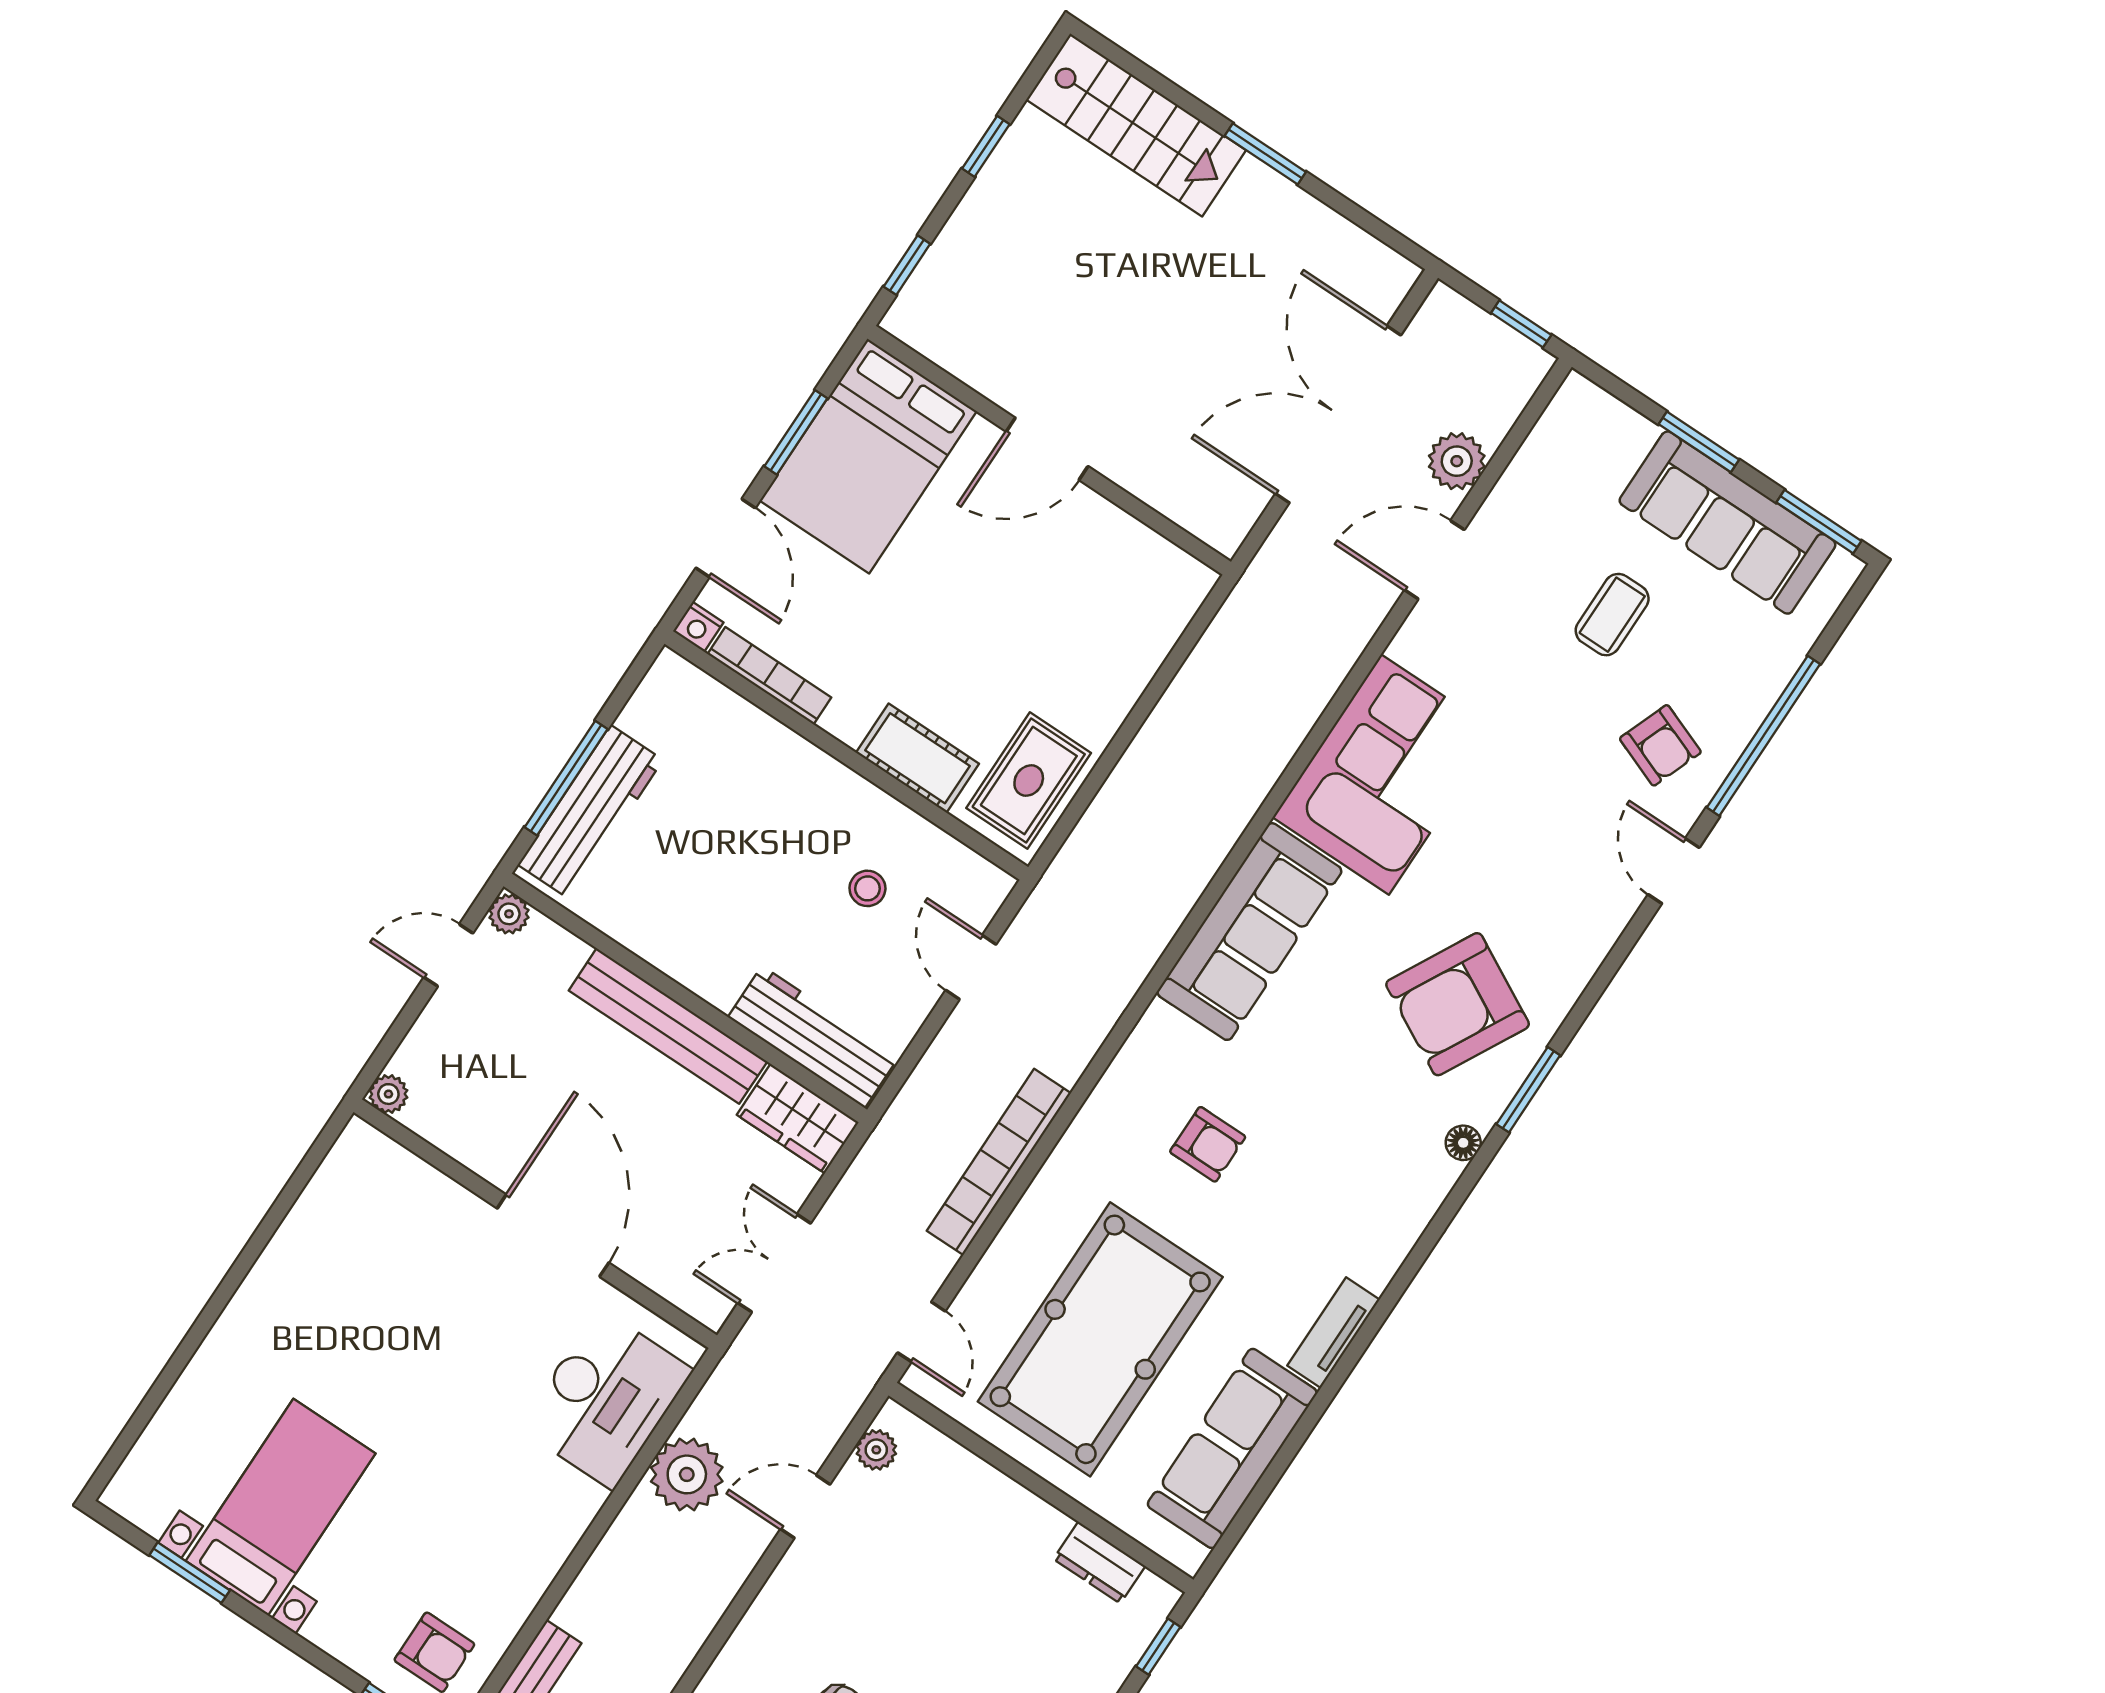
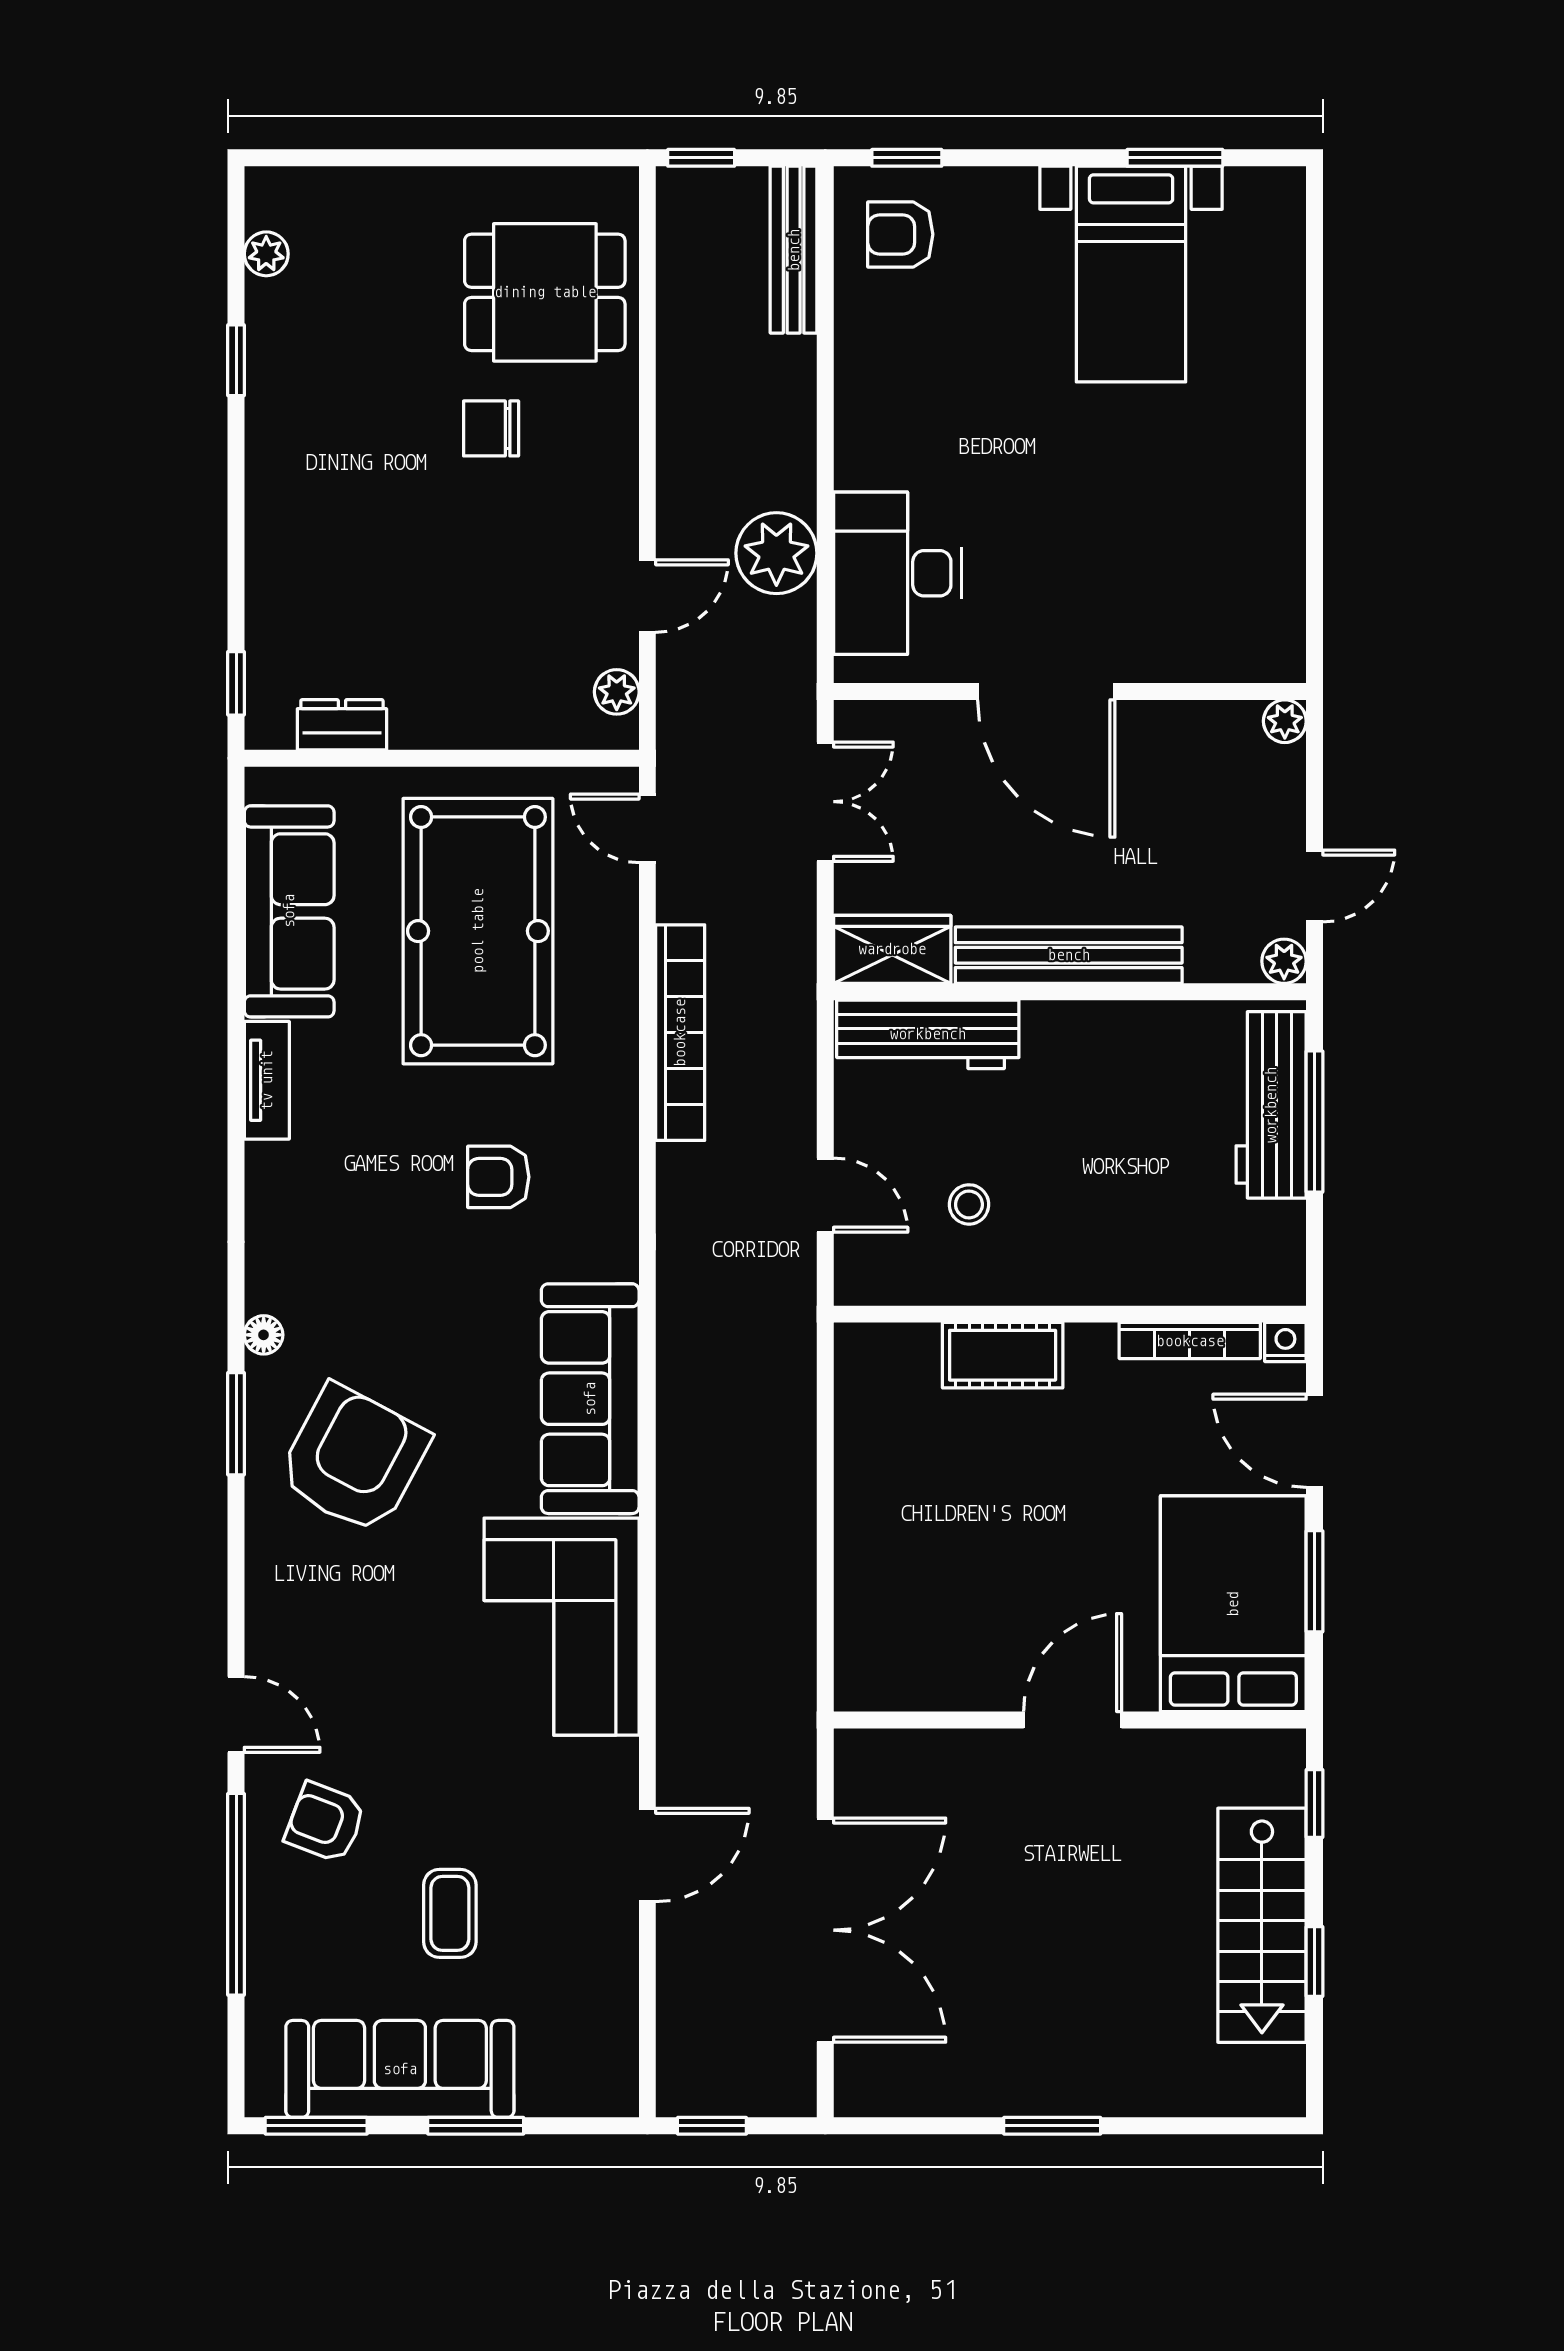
stairs: (1136, 125) -> (1262, 1925), moved, turned -90
plant: (1457, 461) -> (687, 1960), removed
rug: (1029, 781) -> (886, 1403), removed

